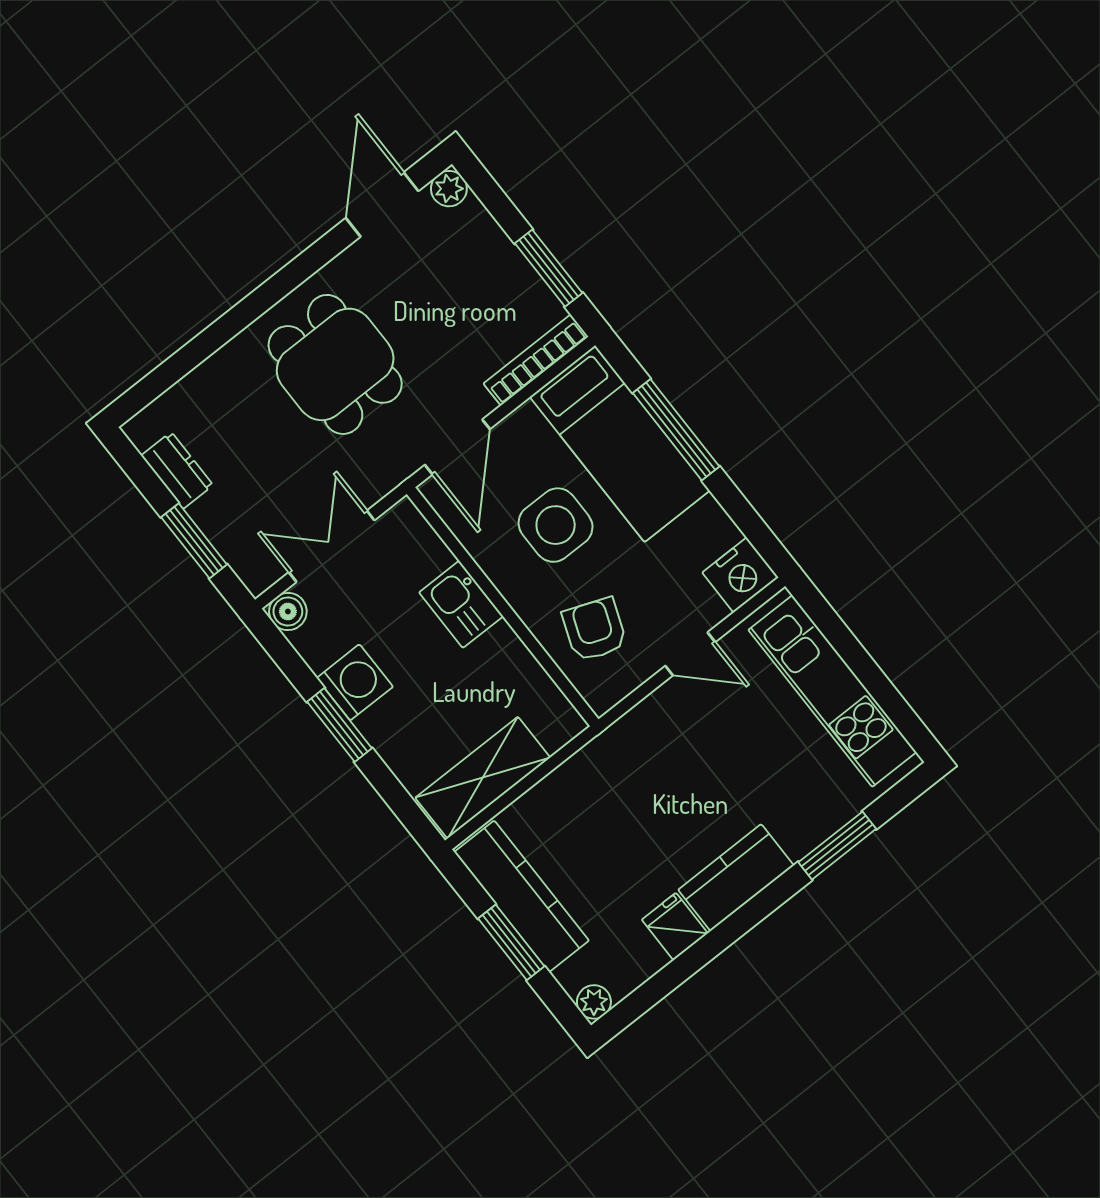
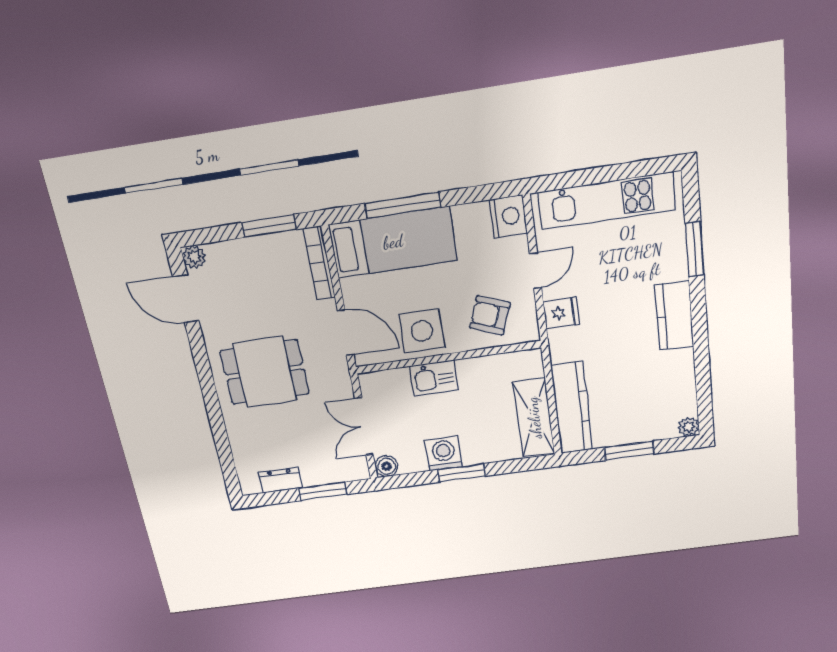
side table: (556, 525) -> (422, 331), moved
kitchen counter: (522, 896) -> (572, 408), moved, turned 90
fridge: (675, 926) -> (561, 313), moved, turned 180

